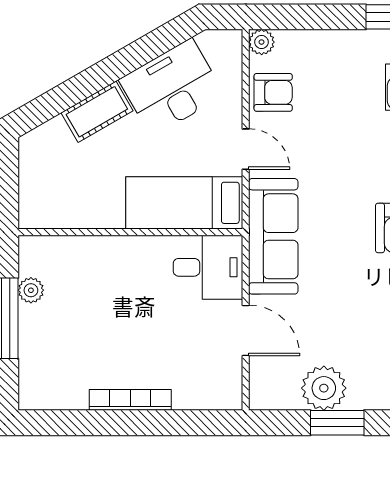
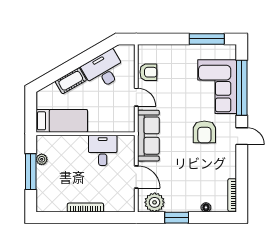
plant: (262, 42) -> (143, 50), removed
bed: (184, 203) -> (62, 121), moved, turned 180
desk: (208, 267) -> (103, 150), moved, turned -90
plant: (324, 388) -> (155, 202), moved

